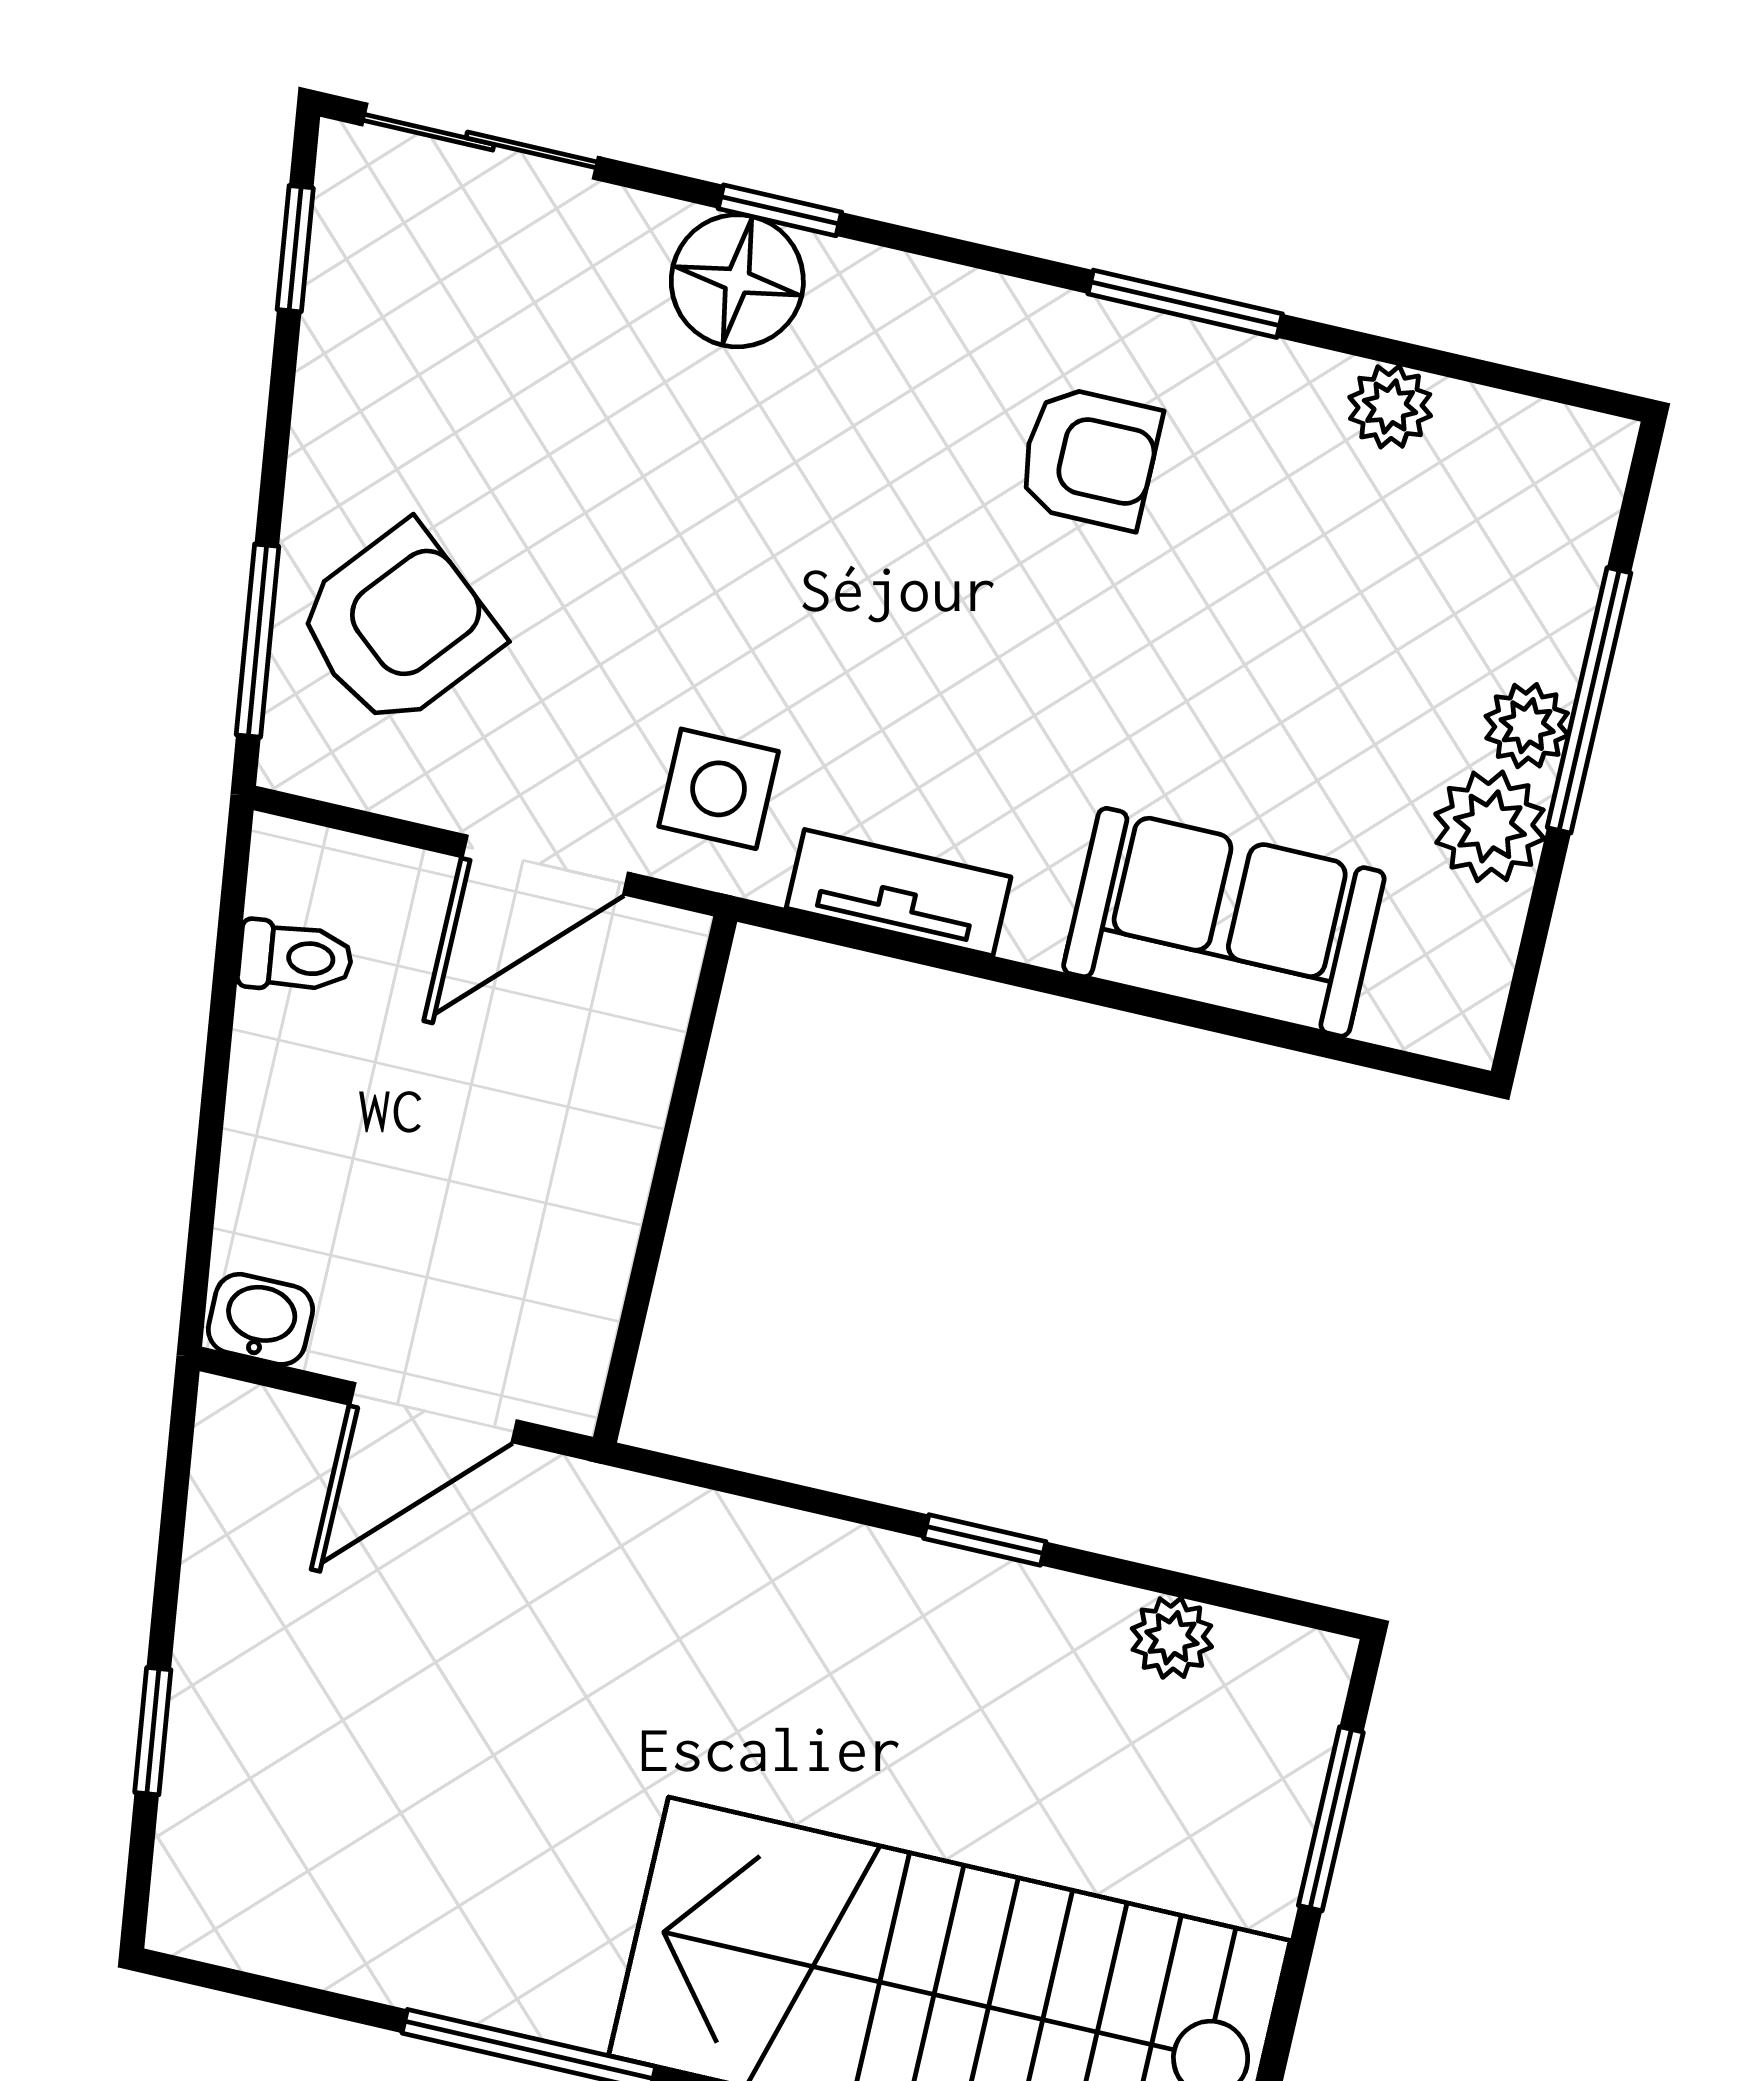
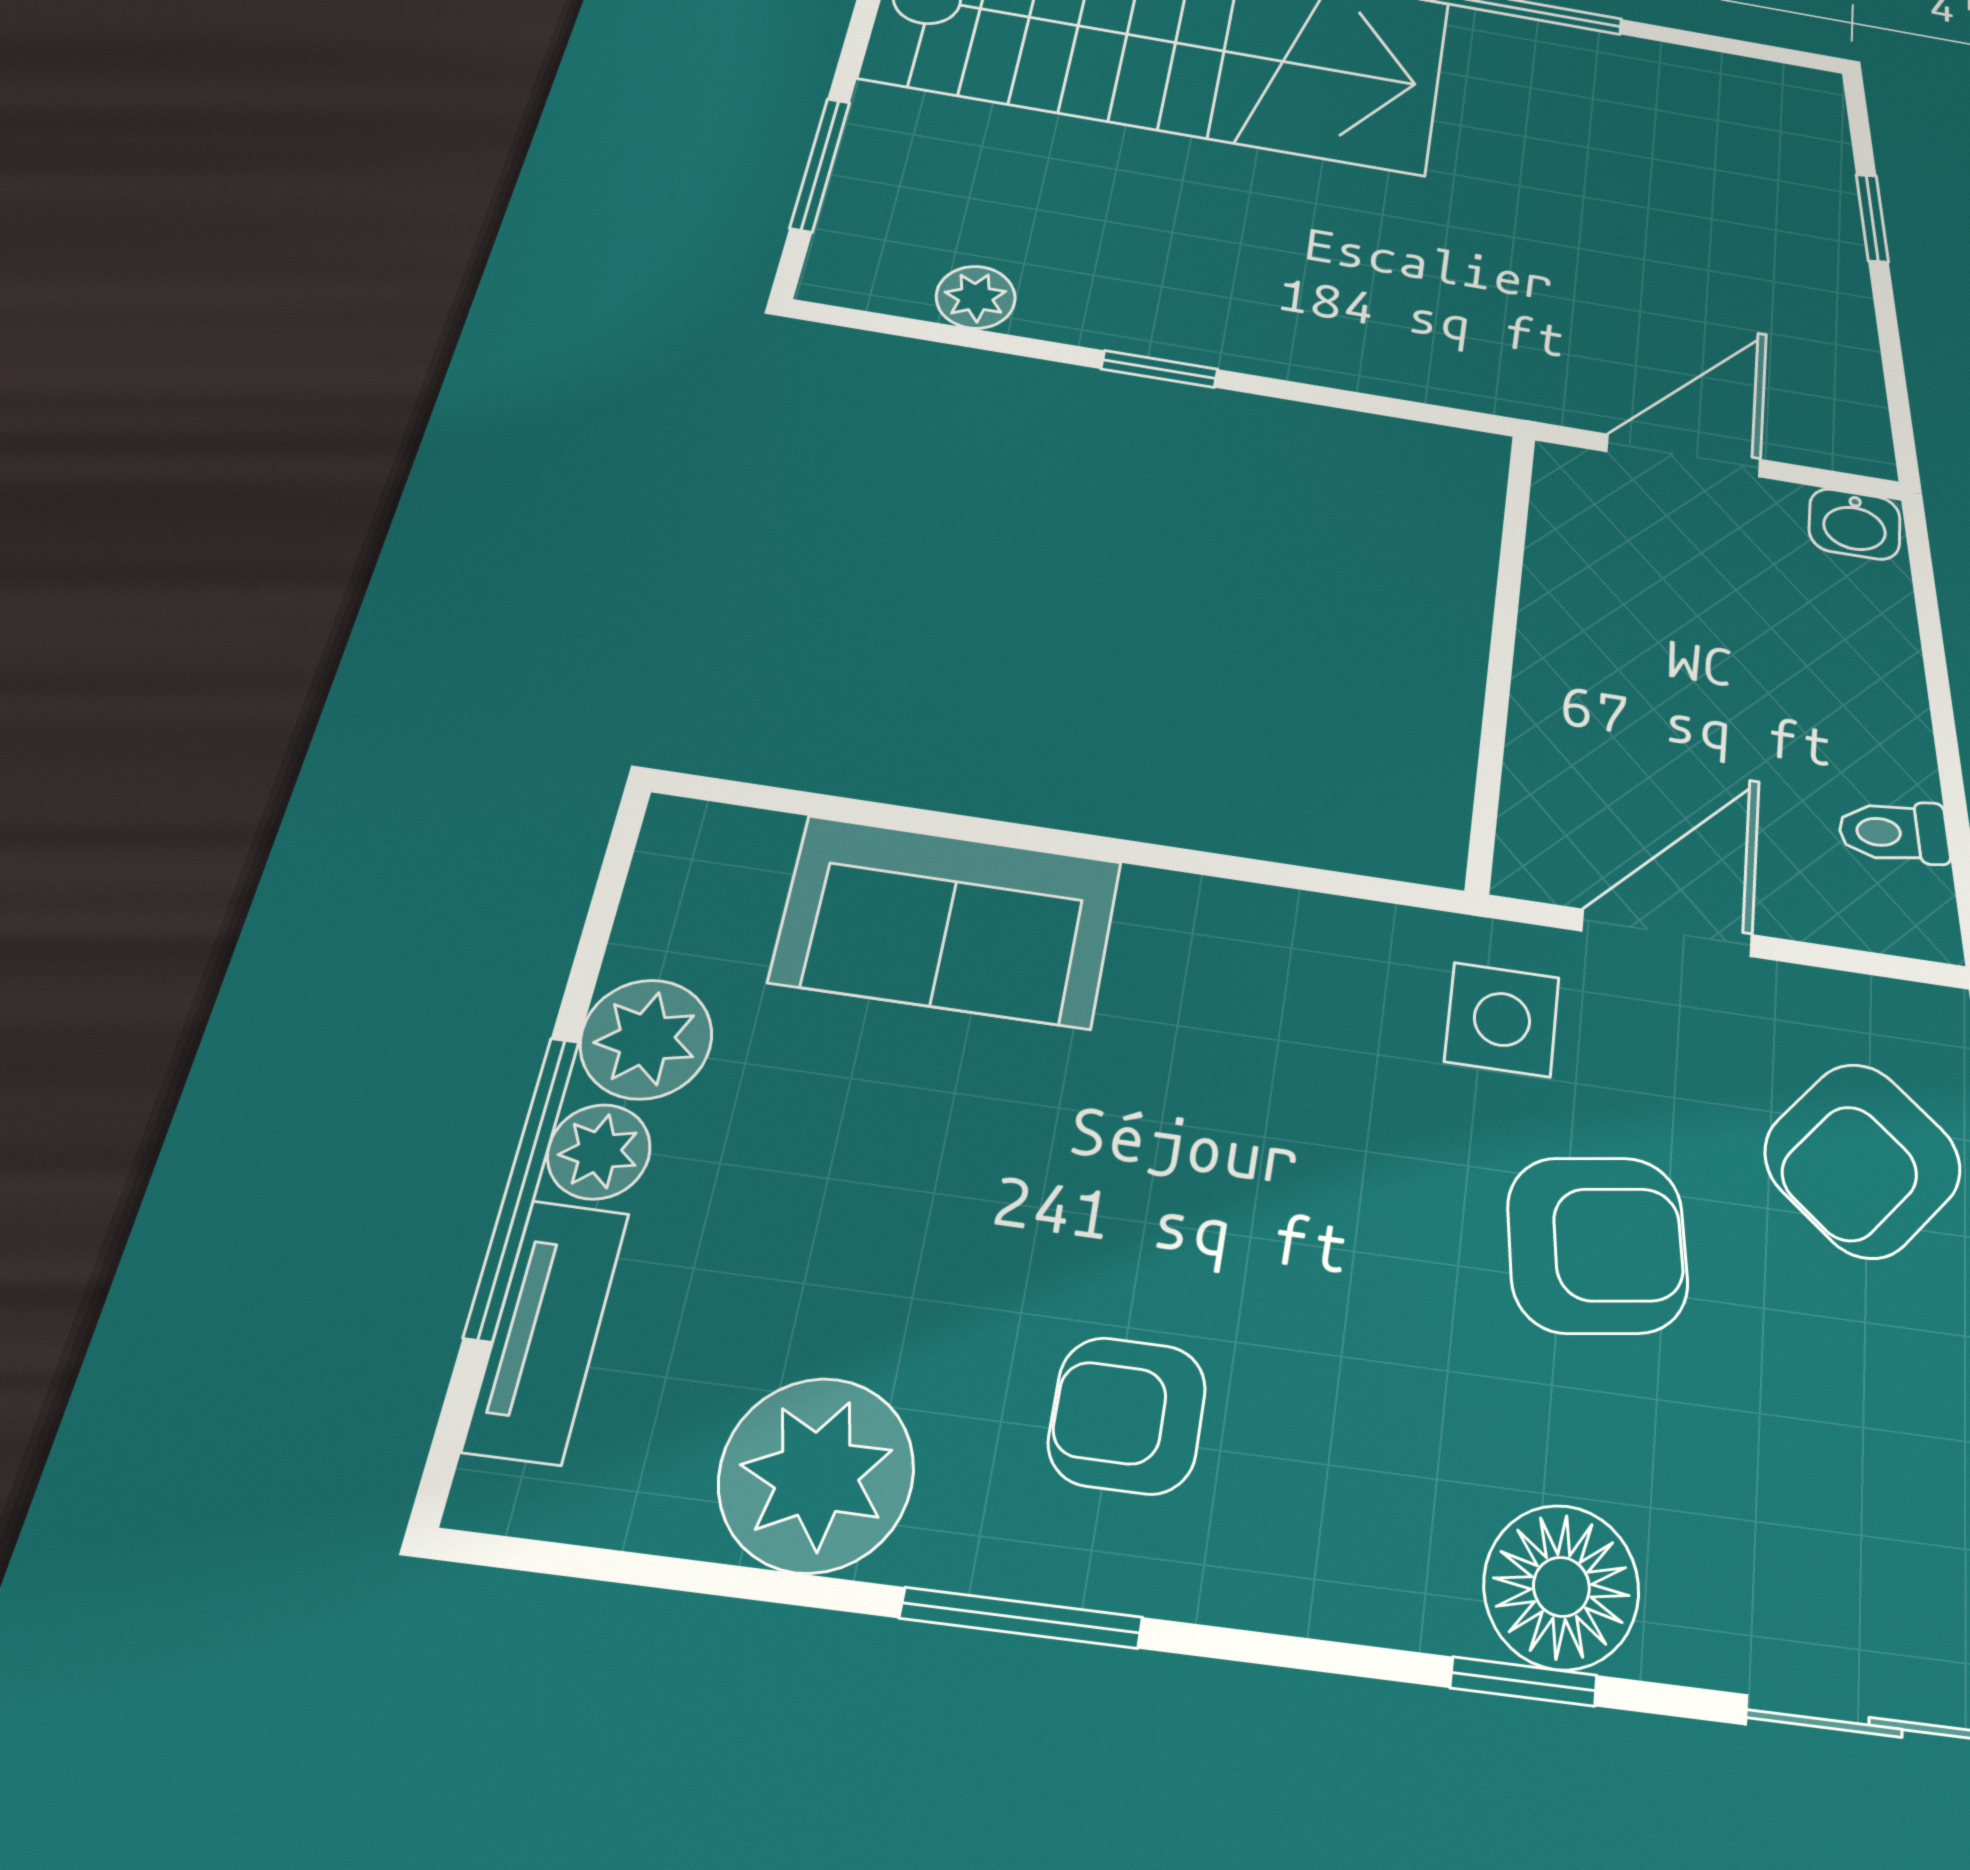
plant: (1390, 407) -> (816, 1475), width x1.87, depth x1.87
armchair: (661, 568) -> (1597, 1245), added
tv unit: (899, 893) -> (547, 1330), moved, turned -90

